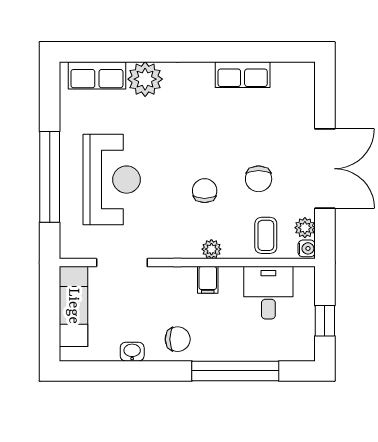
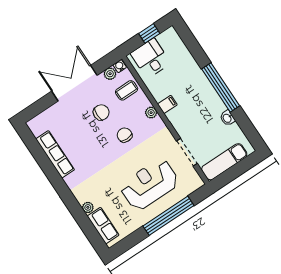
row of seats: (243, 75) -> (55, 154), width x1.48
plant: (145, 79) -> (88, 207), width x0.53, depth x0.53
chair: (205, 191) -> (125, 135), turned 90
desk: (268, 293) -> (151, 58), moved, turned 90
chair: (178, 339) -> (206, 100), removed
window: (235, 371) -> (221, 87), moved

